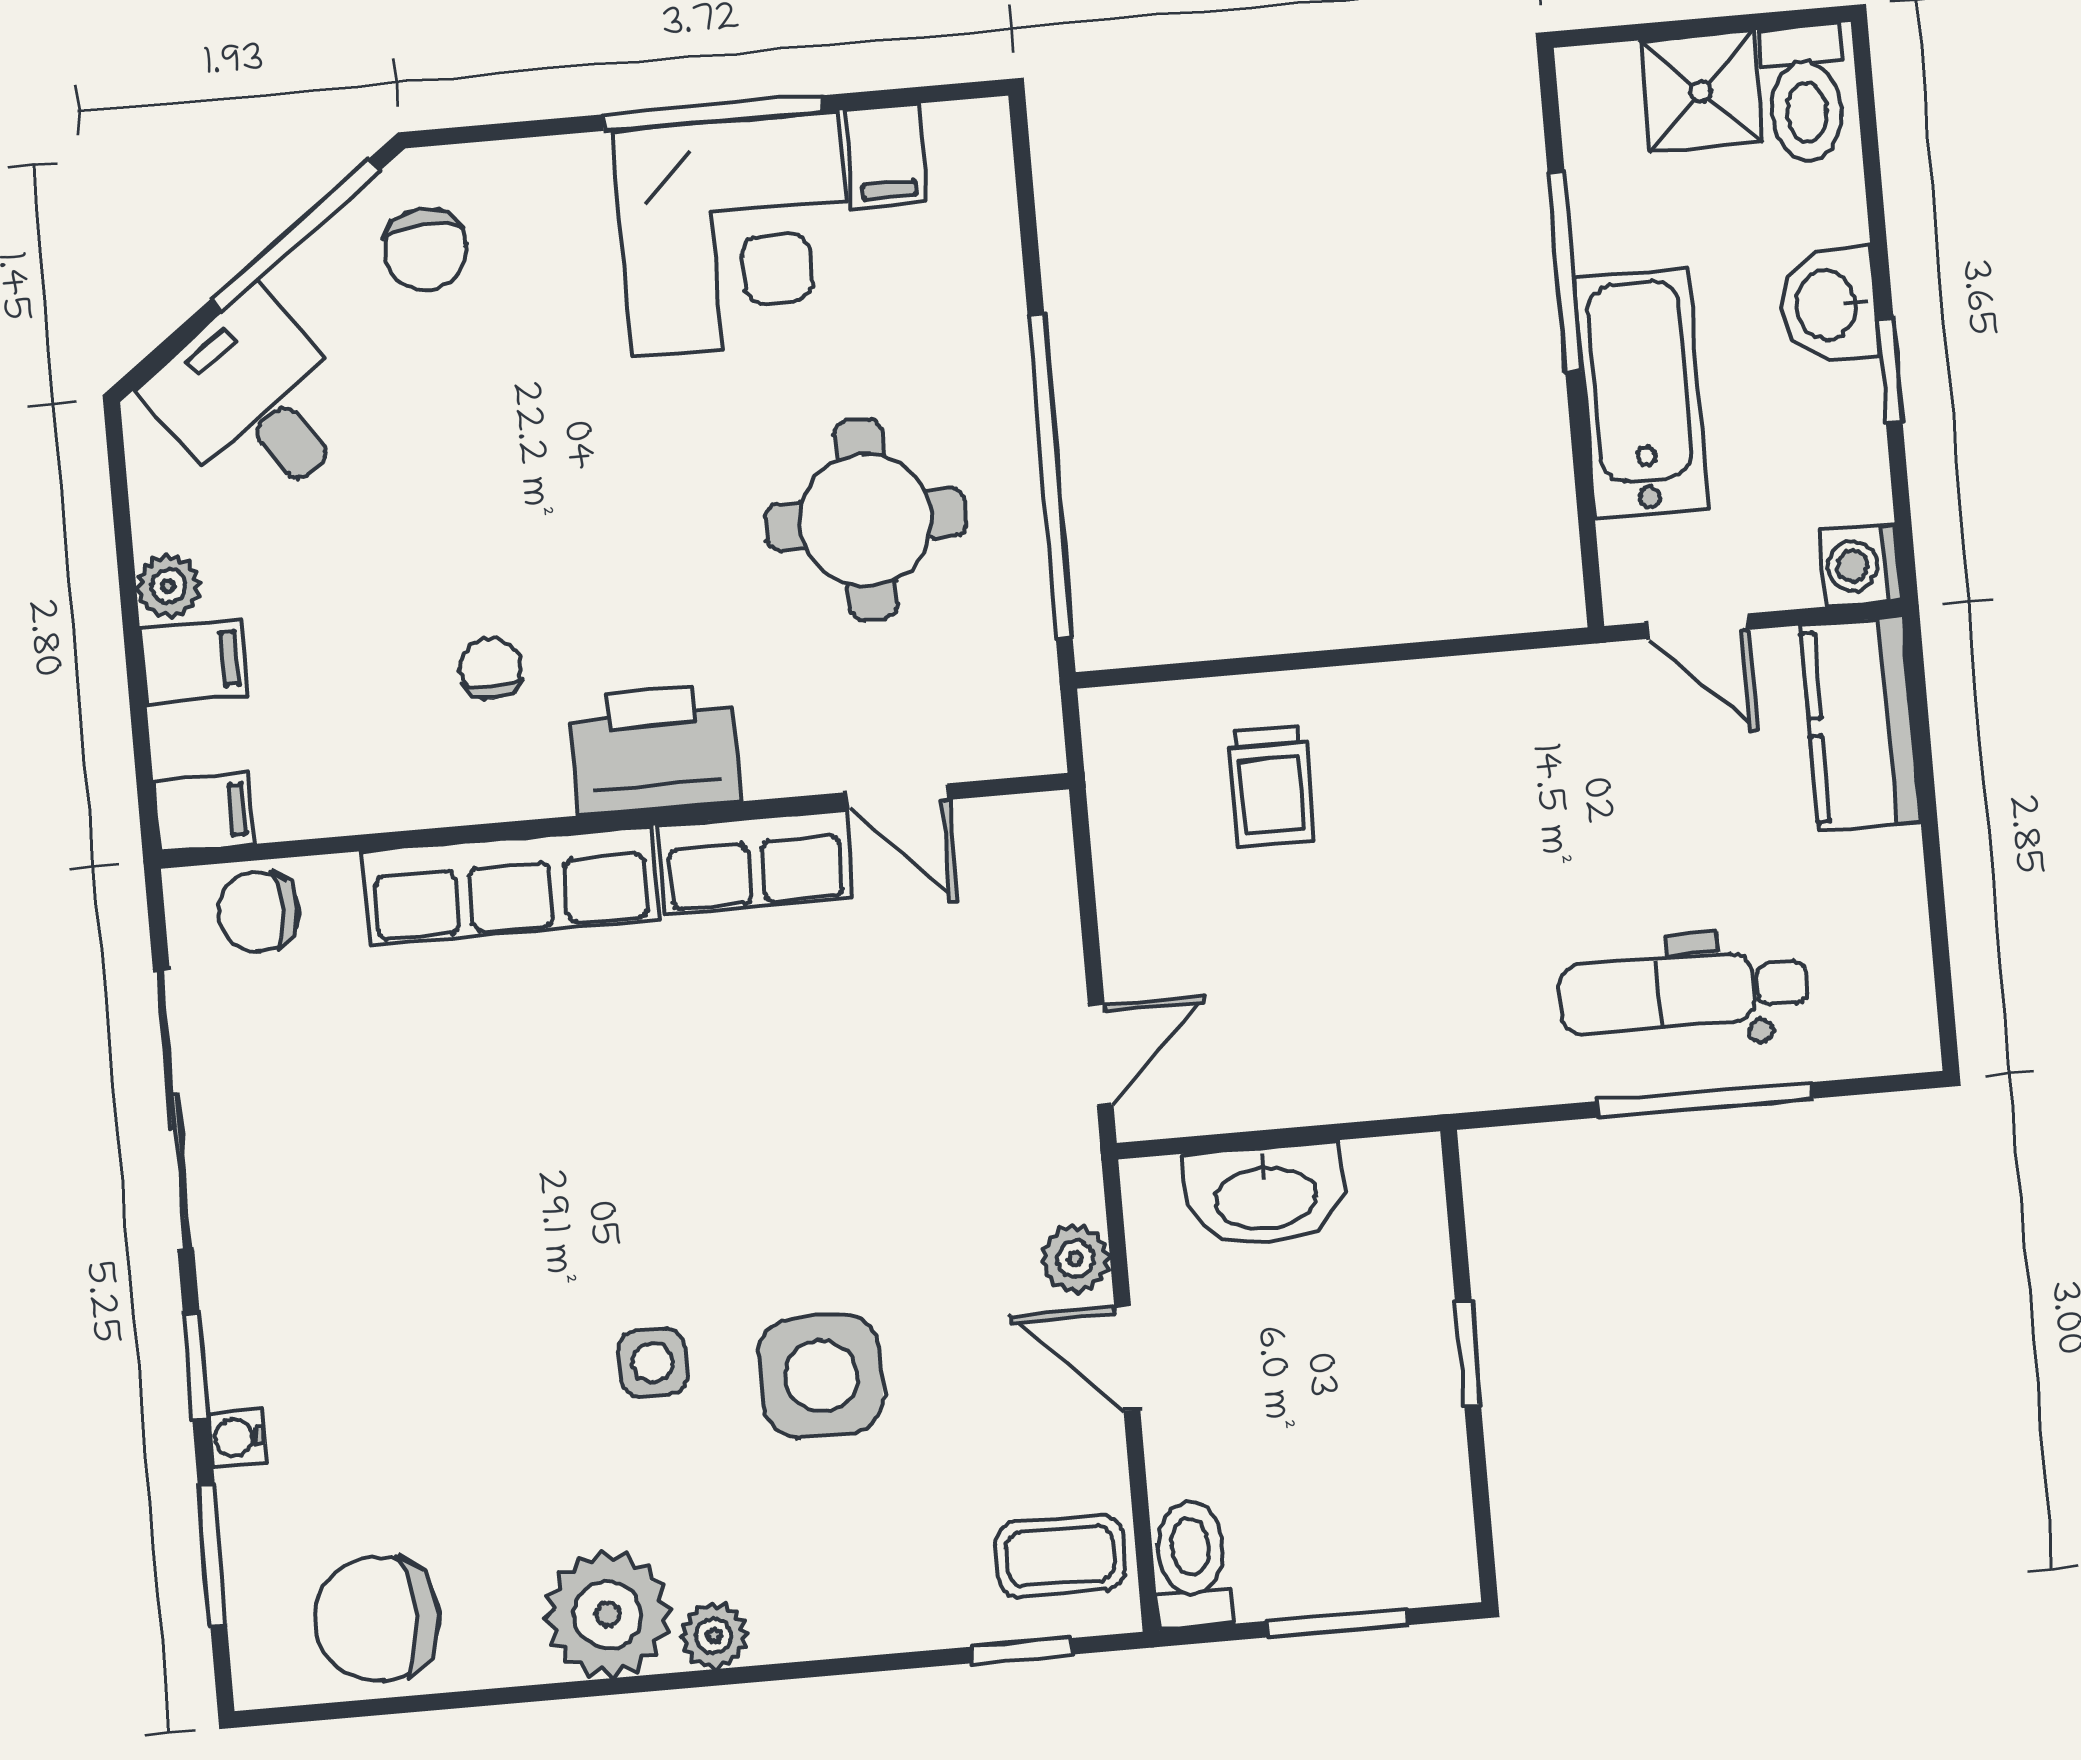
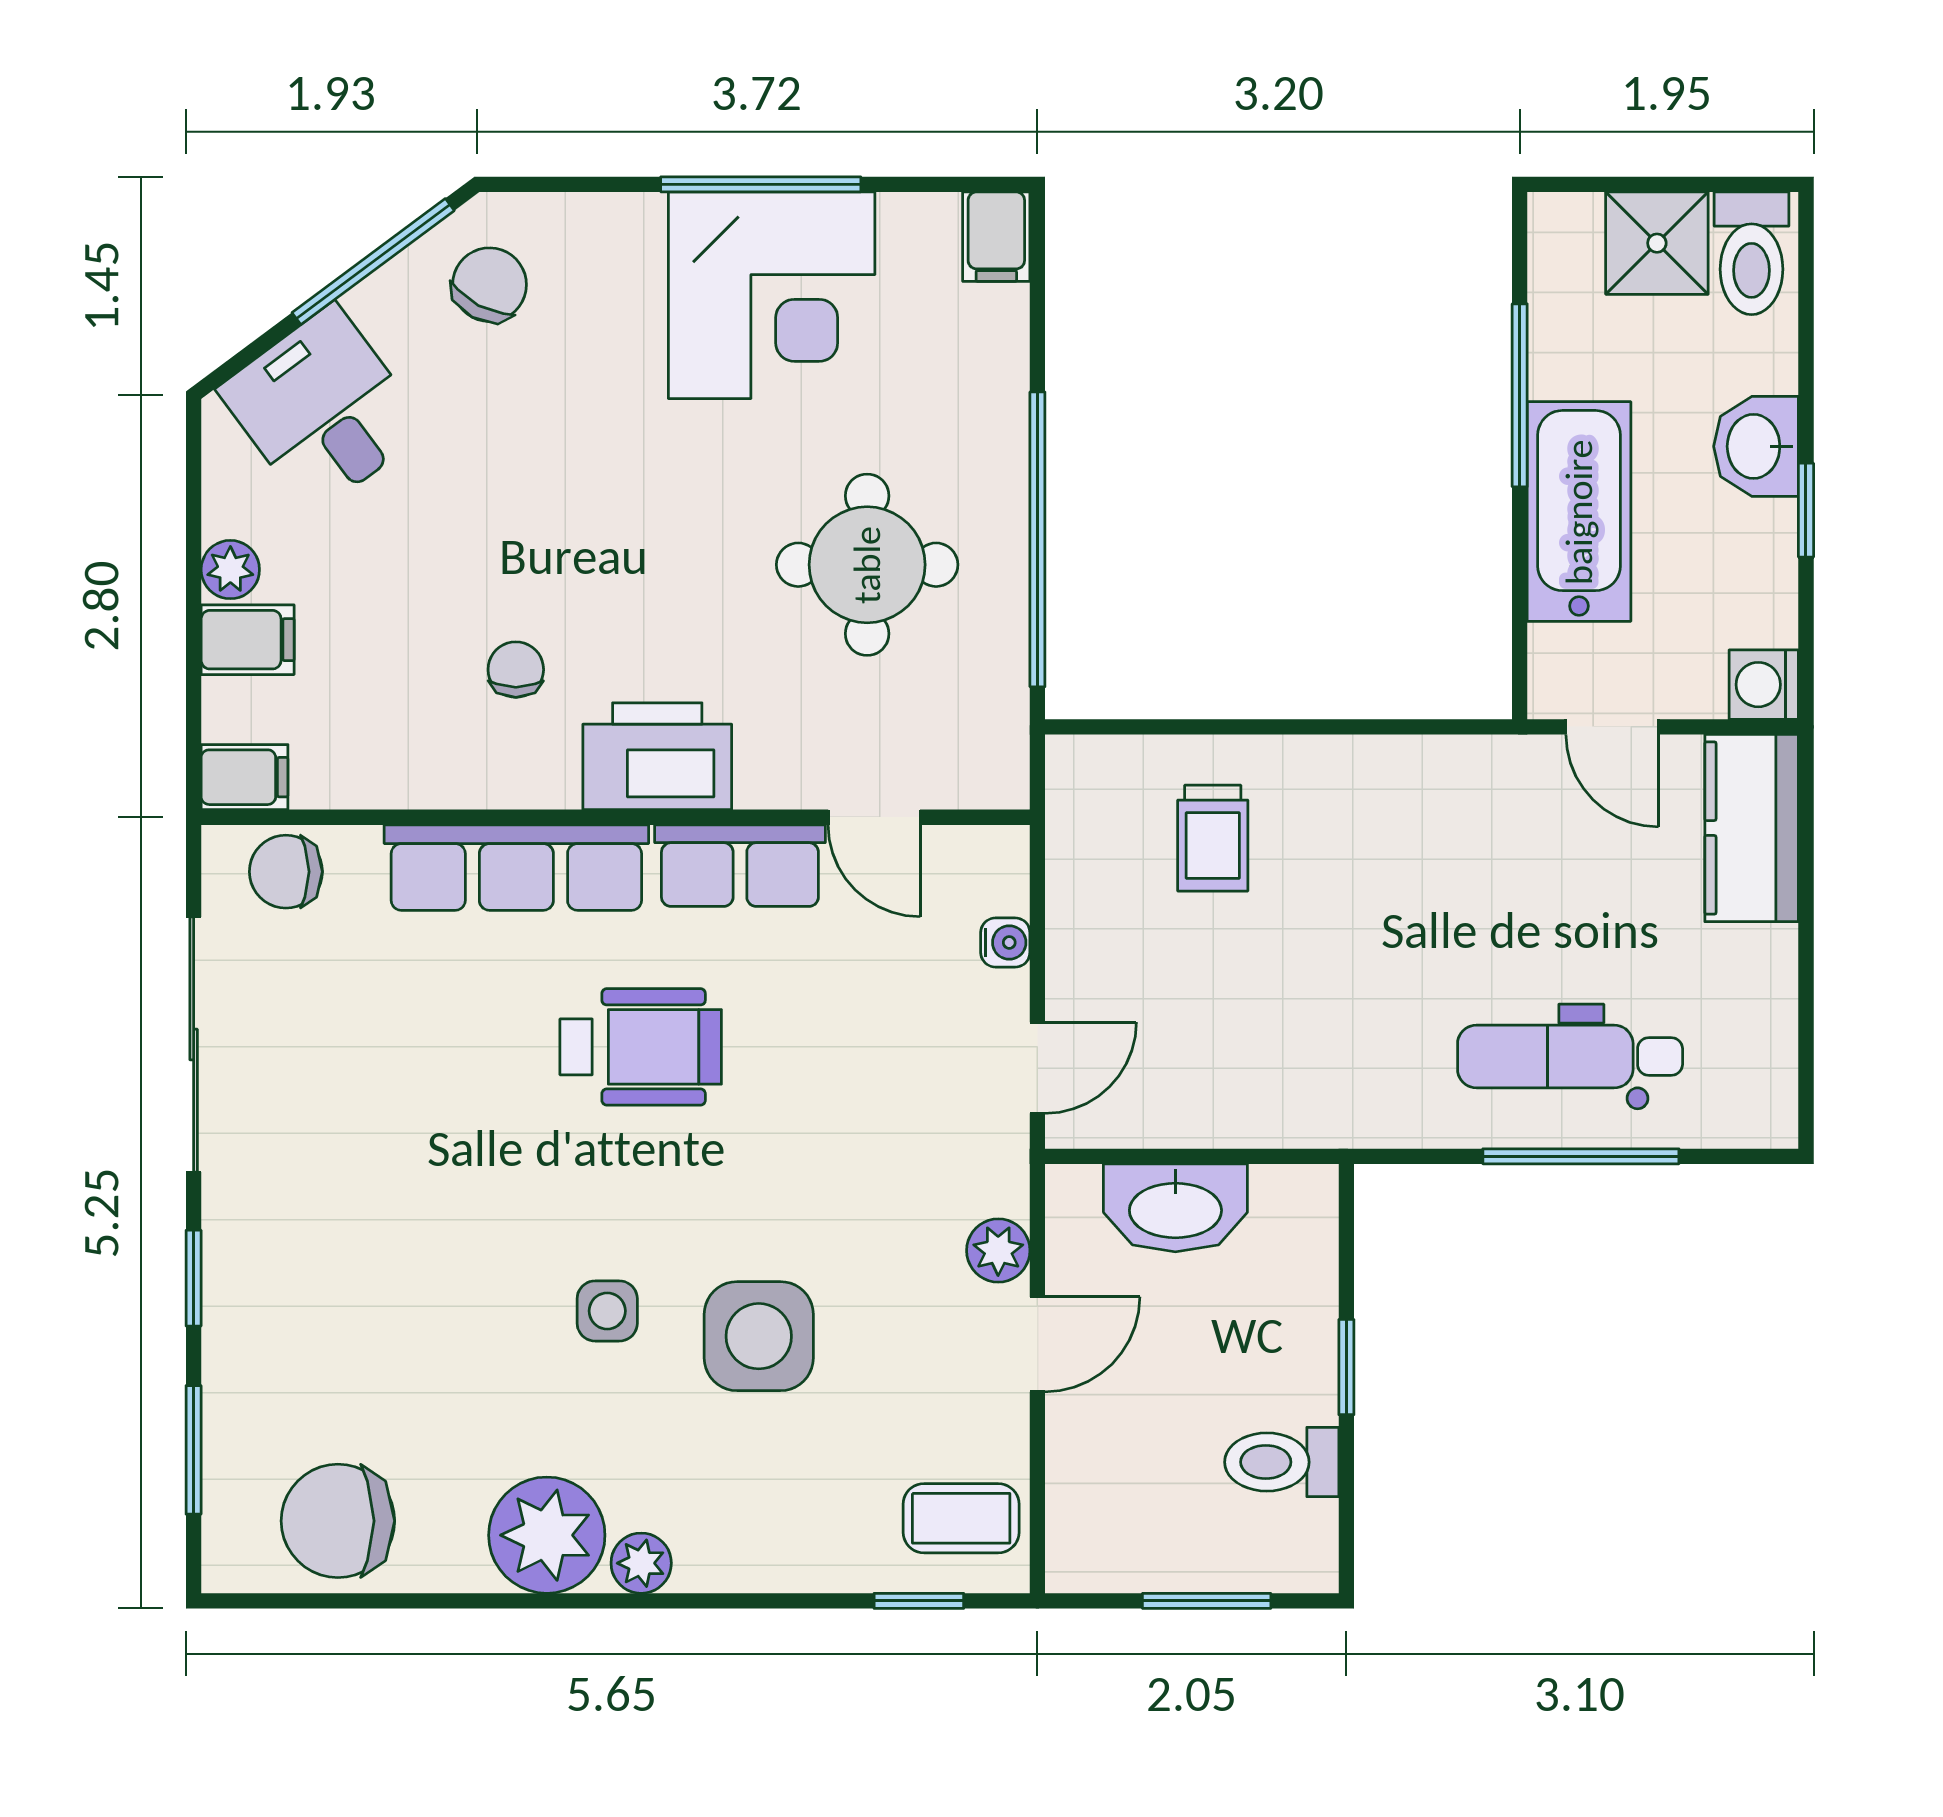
filing cabinet: (886, 156) -> (996, 237), moved
chair: (425, 249) -> (490, 285), turned -148
wheelchair: (664, 1070) -> (641, 1047), added
door: (1127, 1358) -> (1037, 1344), swing flipped
water cooler: (238, 1437) -> (1005, 942), moved, turned 180
toilet: (1192, 1564) -> (1282, 1462), moved, turned -90

